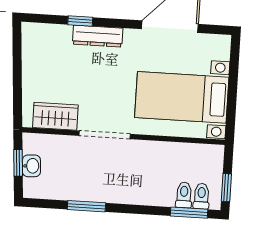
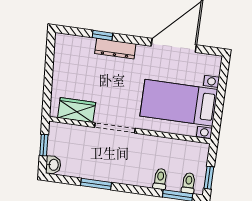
washbasin: (31, 166) -> (53, 165), moved
toilet: (184, 195) -> (160, 179), moved

